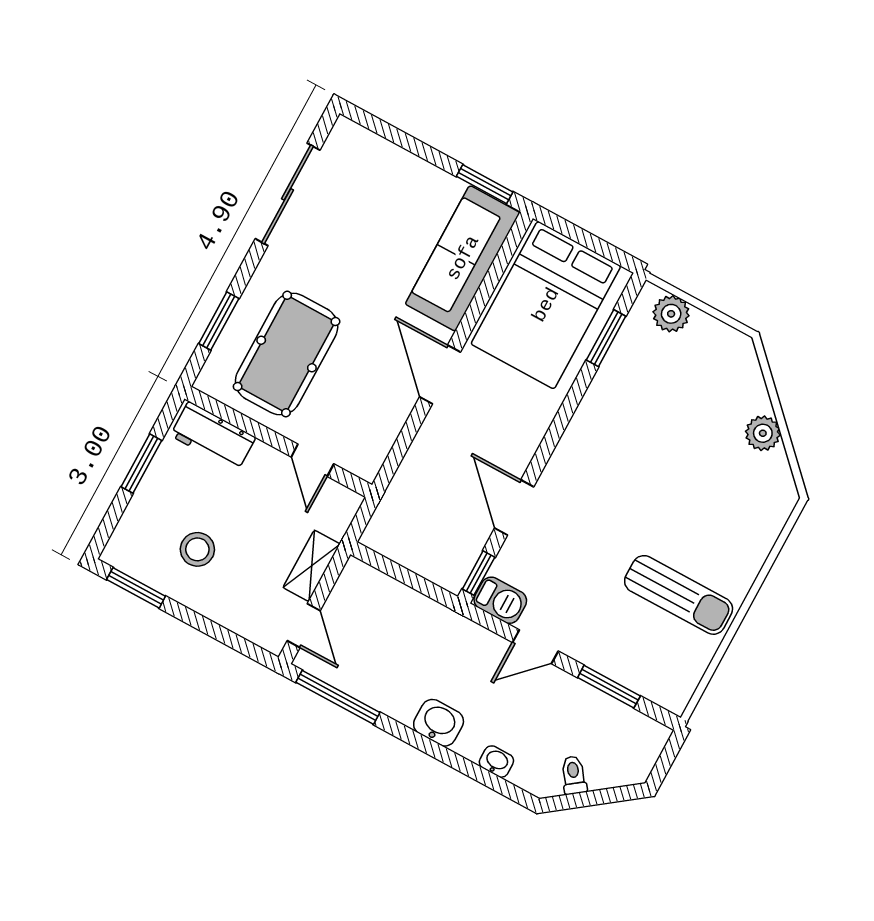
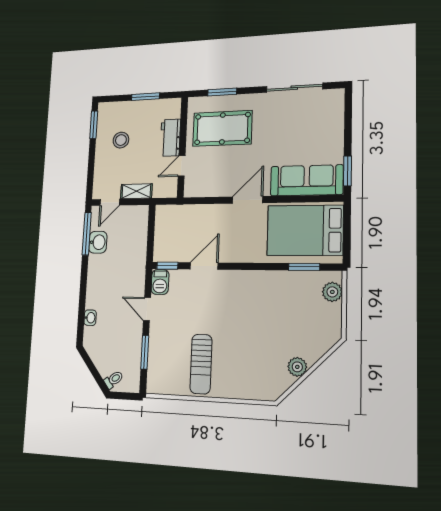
workbench: (213, 436) -> (170, 138), moved
washbasin: (439, 723) -> (98, 242), moved
toilet: (574, 775) -> (114, 380), moved

